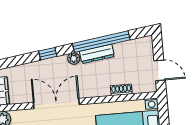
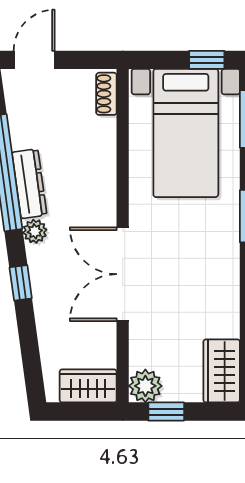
door: (160, 70) -> (34, 60), moved
shoe rack: (121, 90) -> (106, 94), moved

